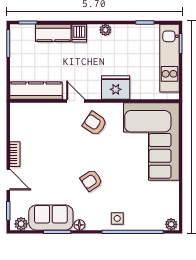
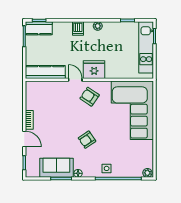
kitchen counter: (53, 33) -> (39, 28), moved
fridge: (116, 88) -> (94, 70), moved
plant: (21, 224) -> (34, 172), removed

